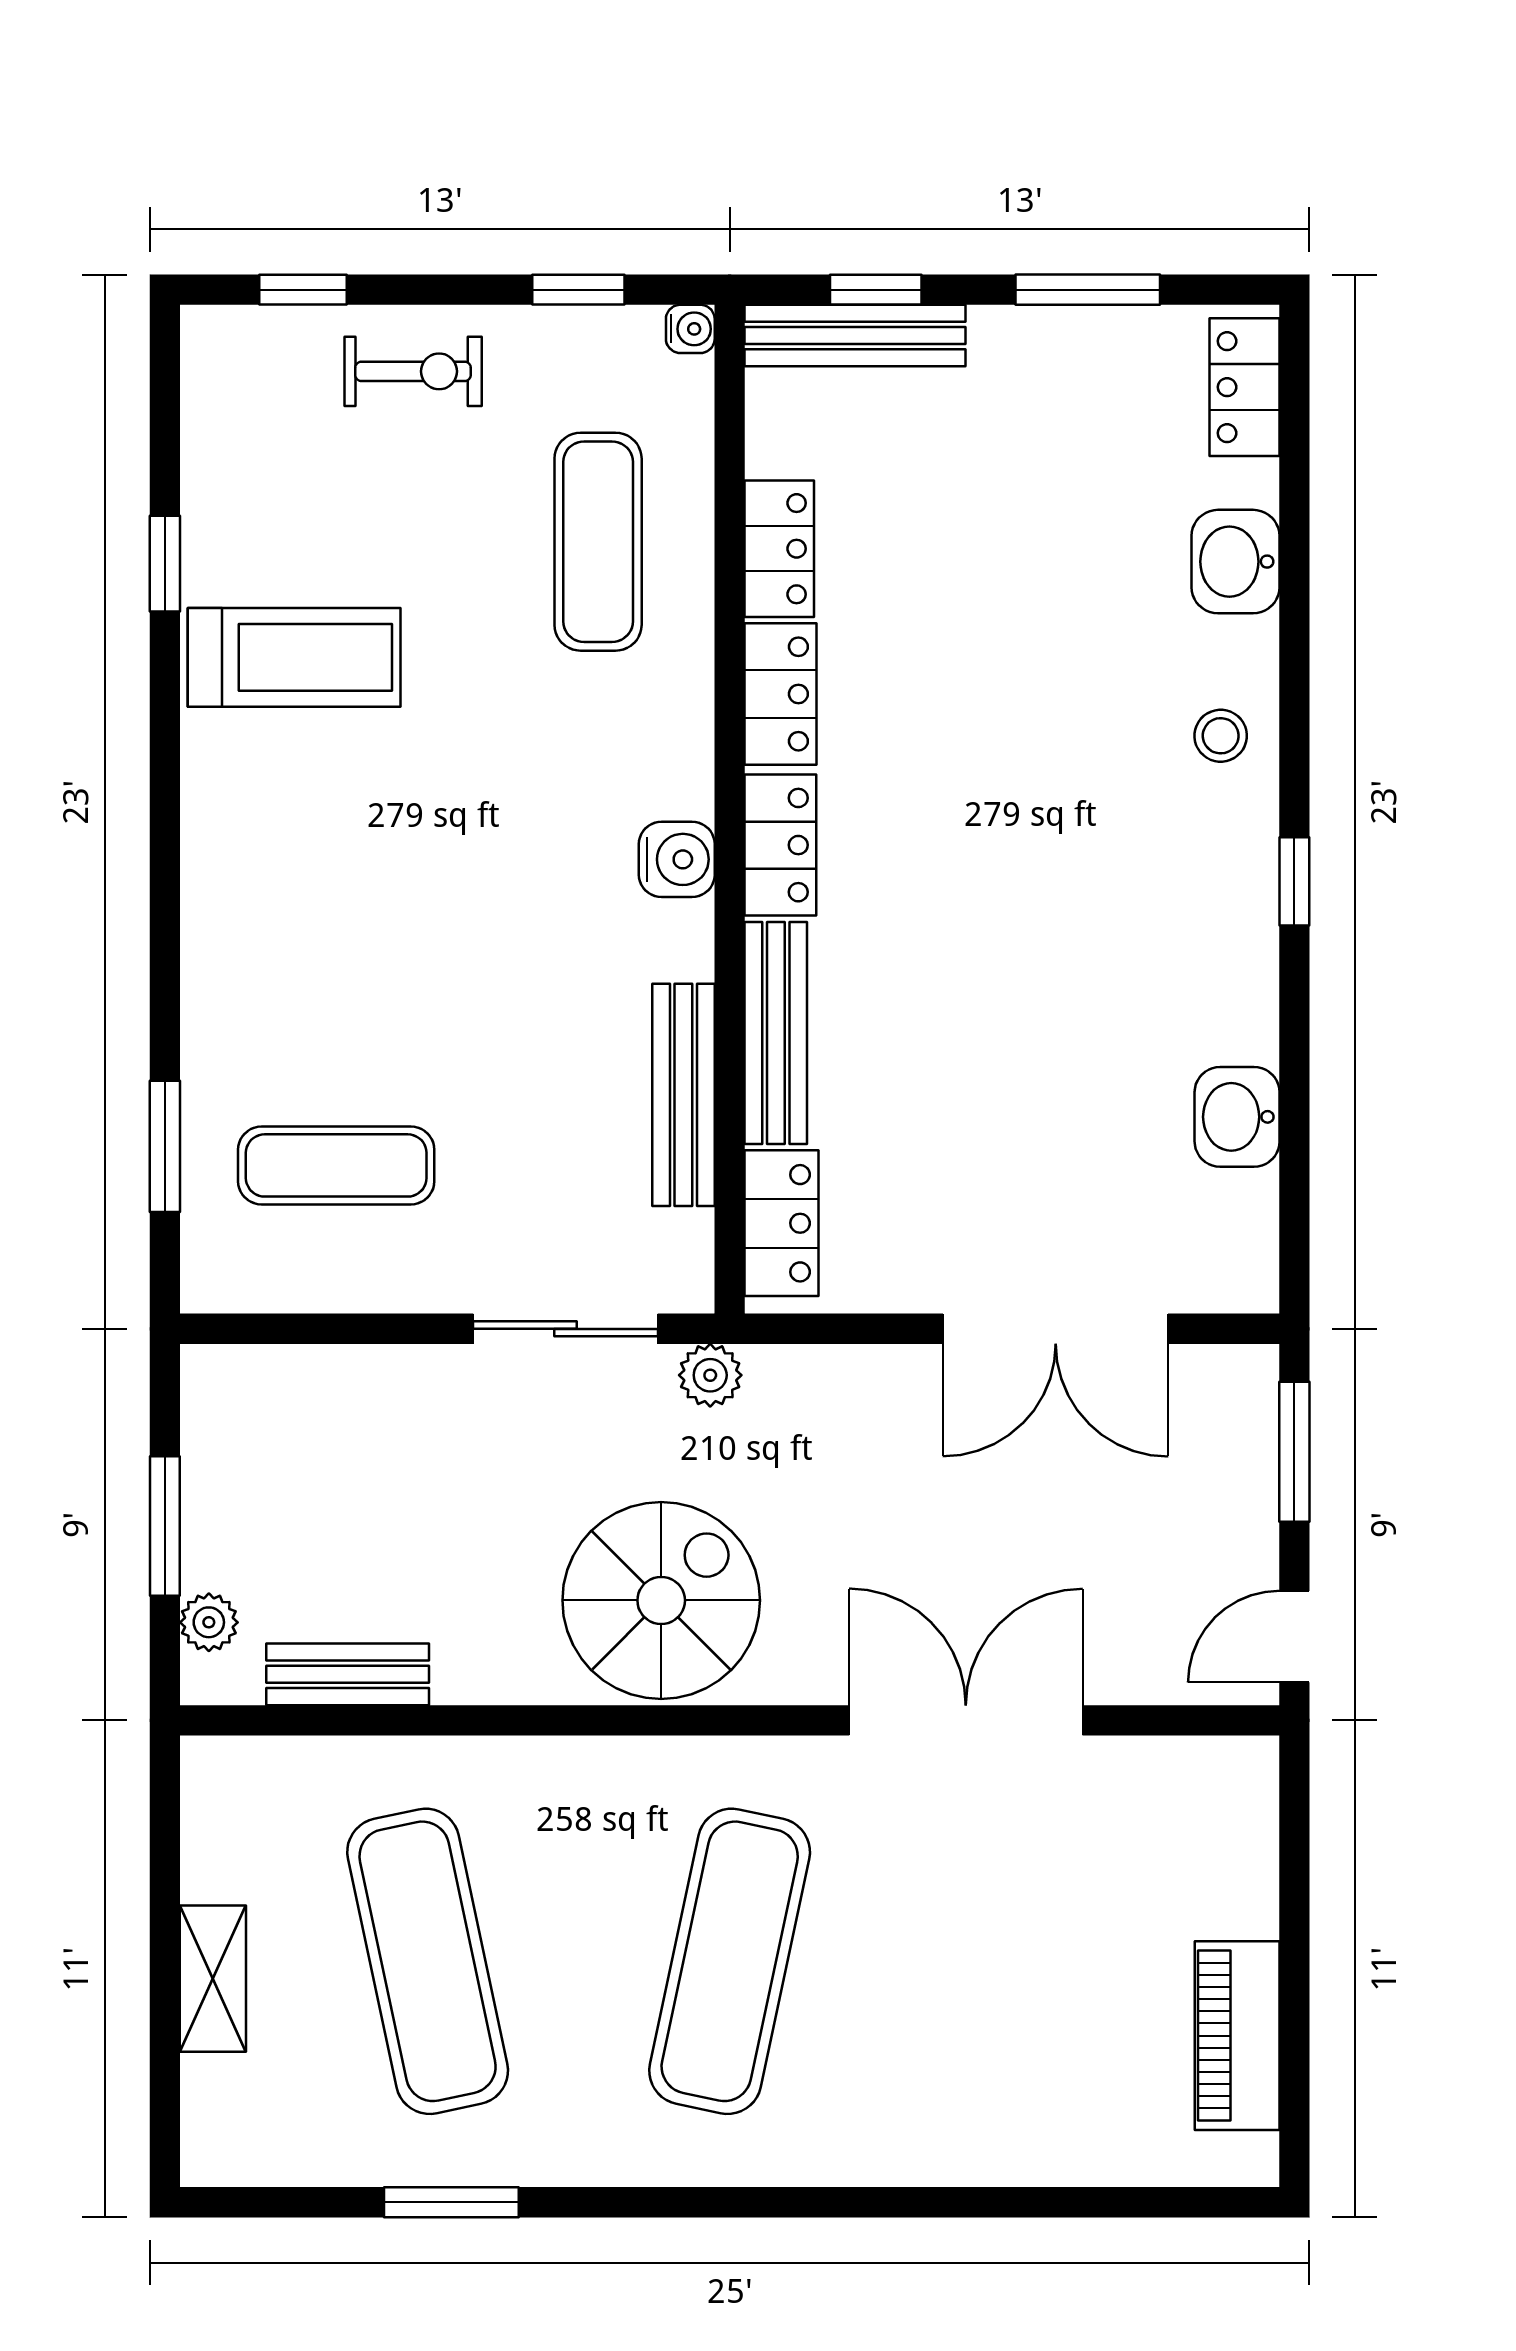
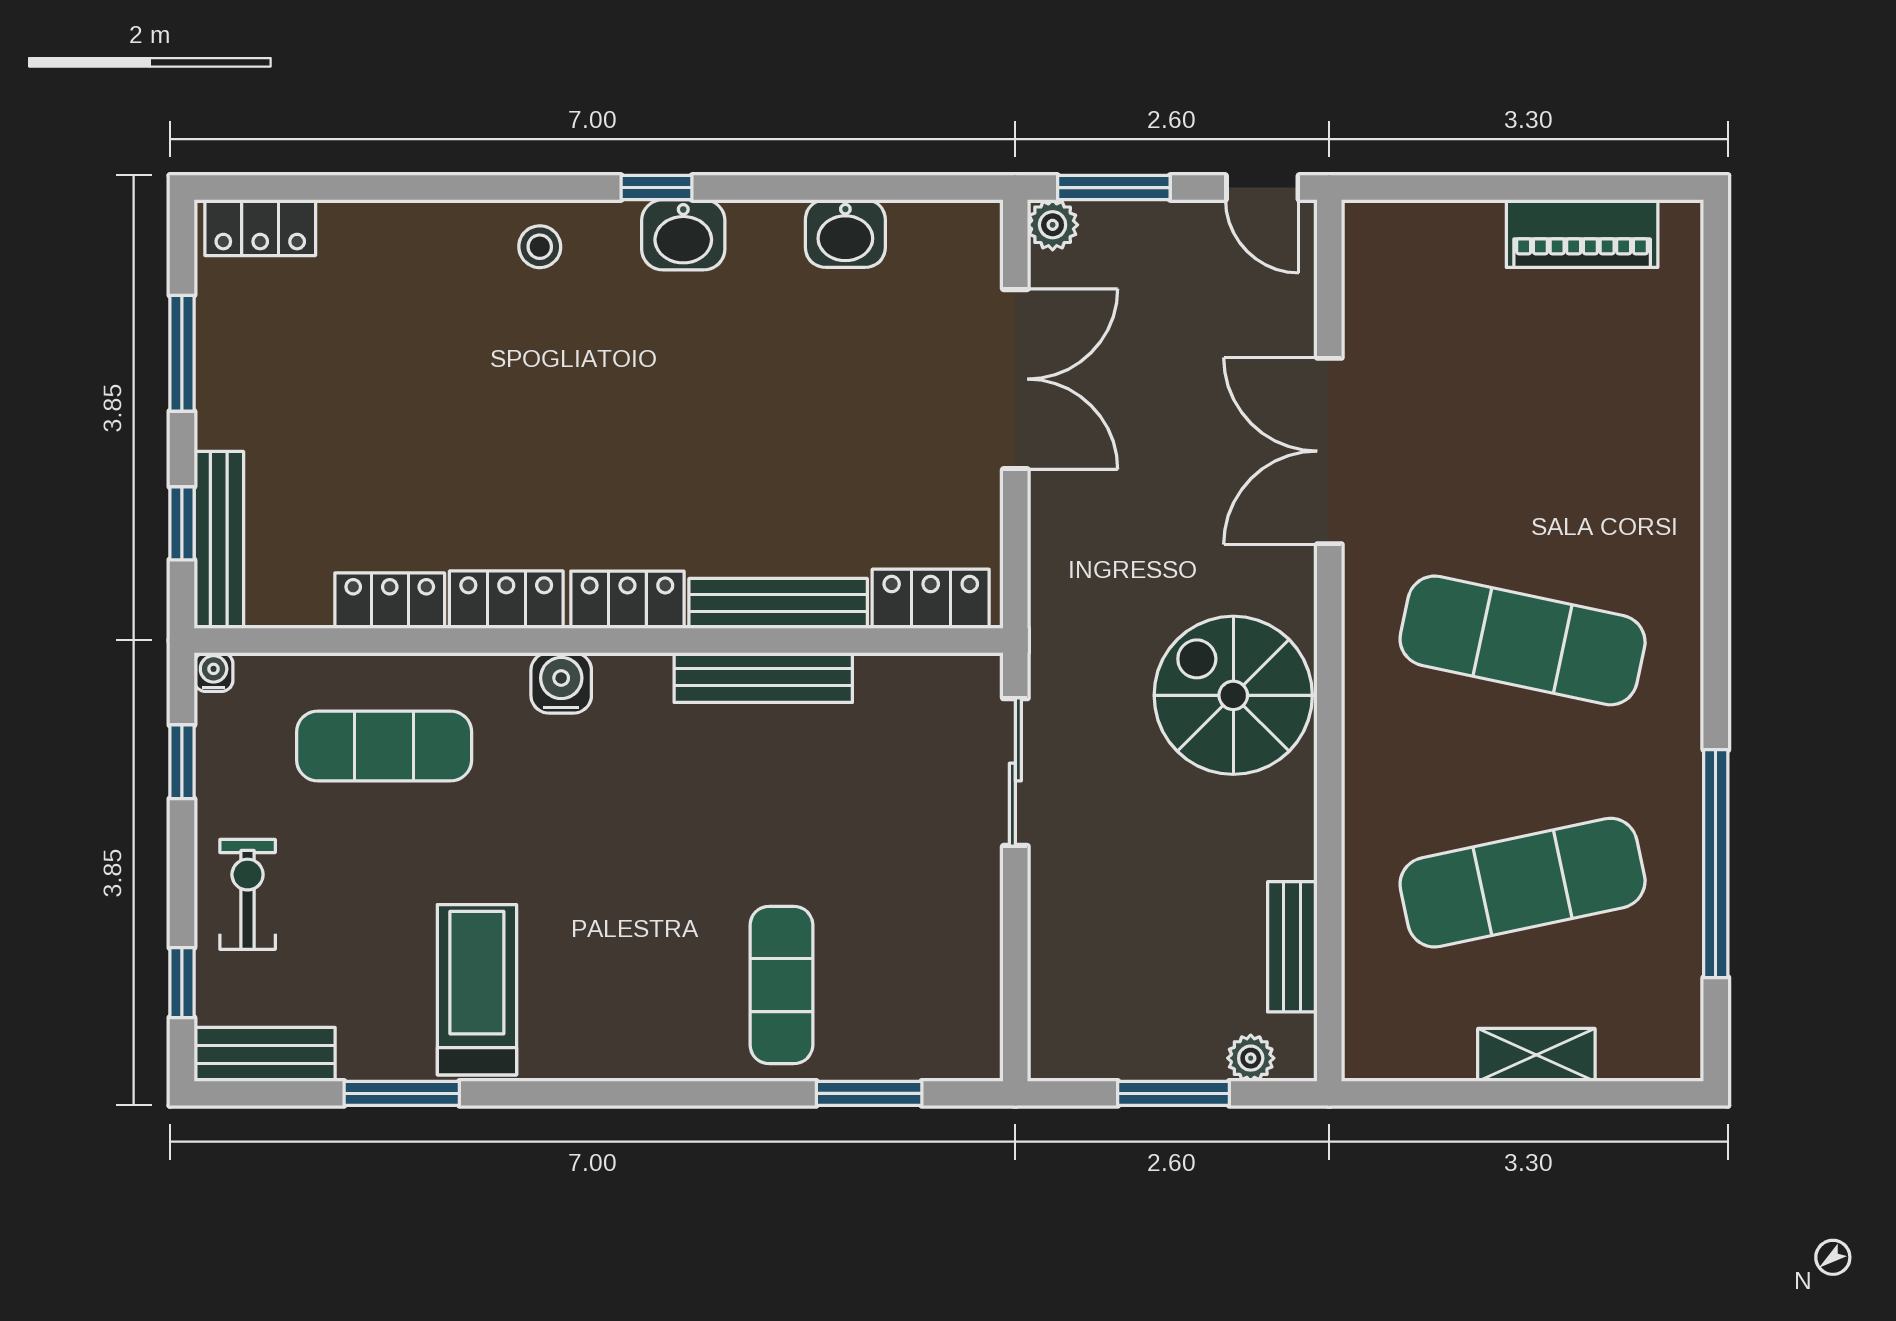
bench: (214, 393) -> (265, 1054), added
washbasin: (1236, 562) -> (683, 235), moved
window: (165, 564) -> (402, 1093), width x1.50
water cooler: (677, 859) -> (561, 683), moved
bench: (683, 1095) -> (763, 677), moved
exercise mat: (336, 1165) -> (781, 985), moved
plant: (710, 1375) -> (1053, 225), moved
window: (451, 2202) -> (1716, 864), width x2.11

